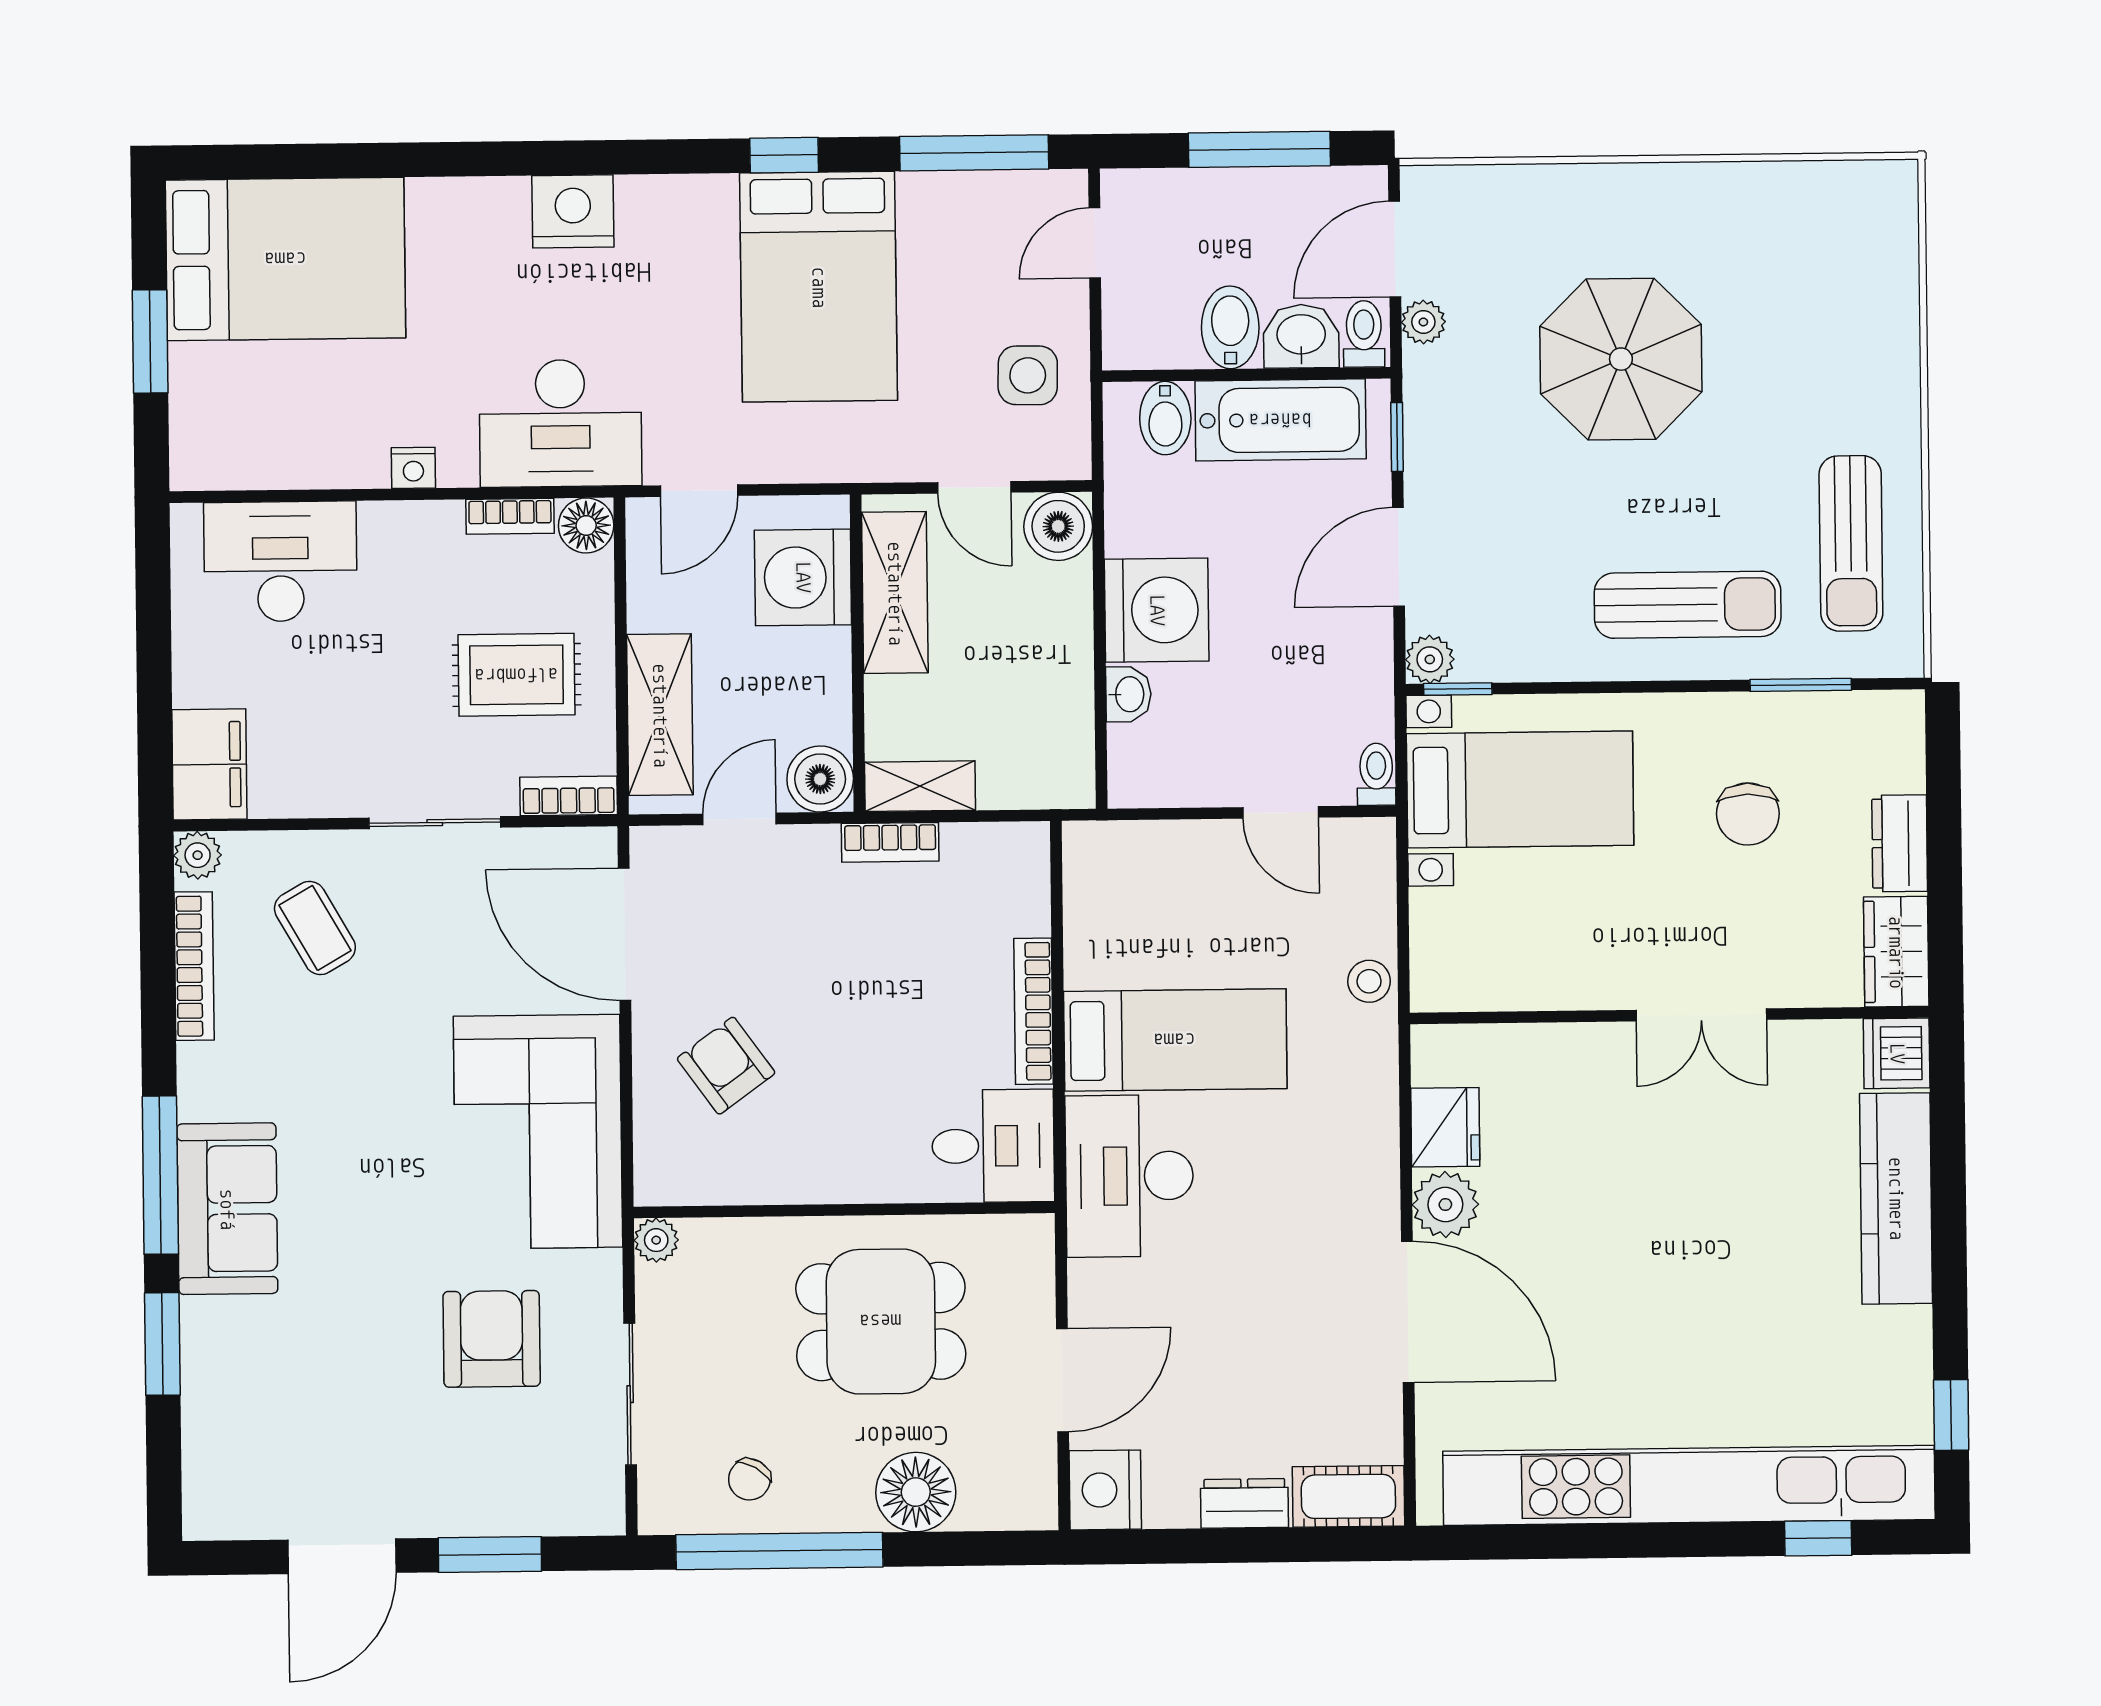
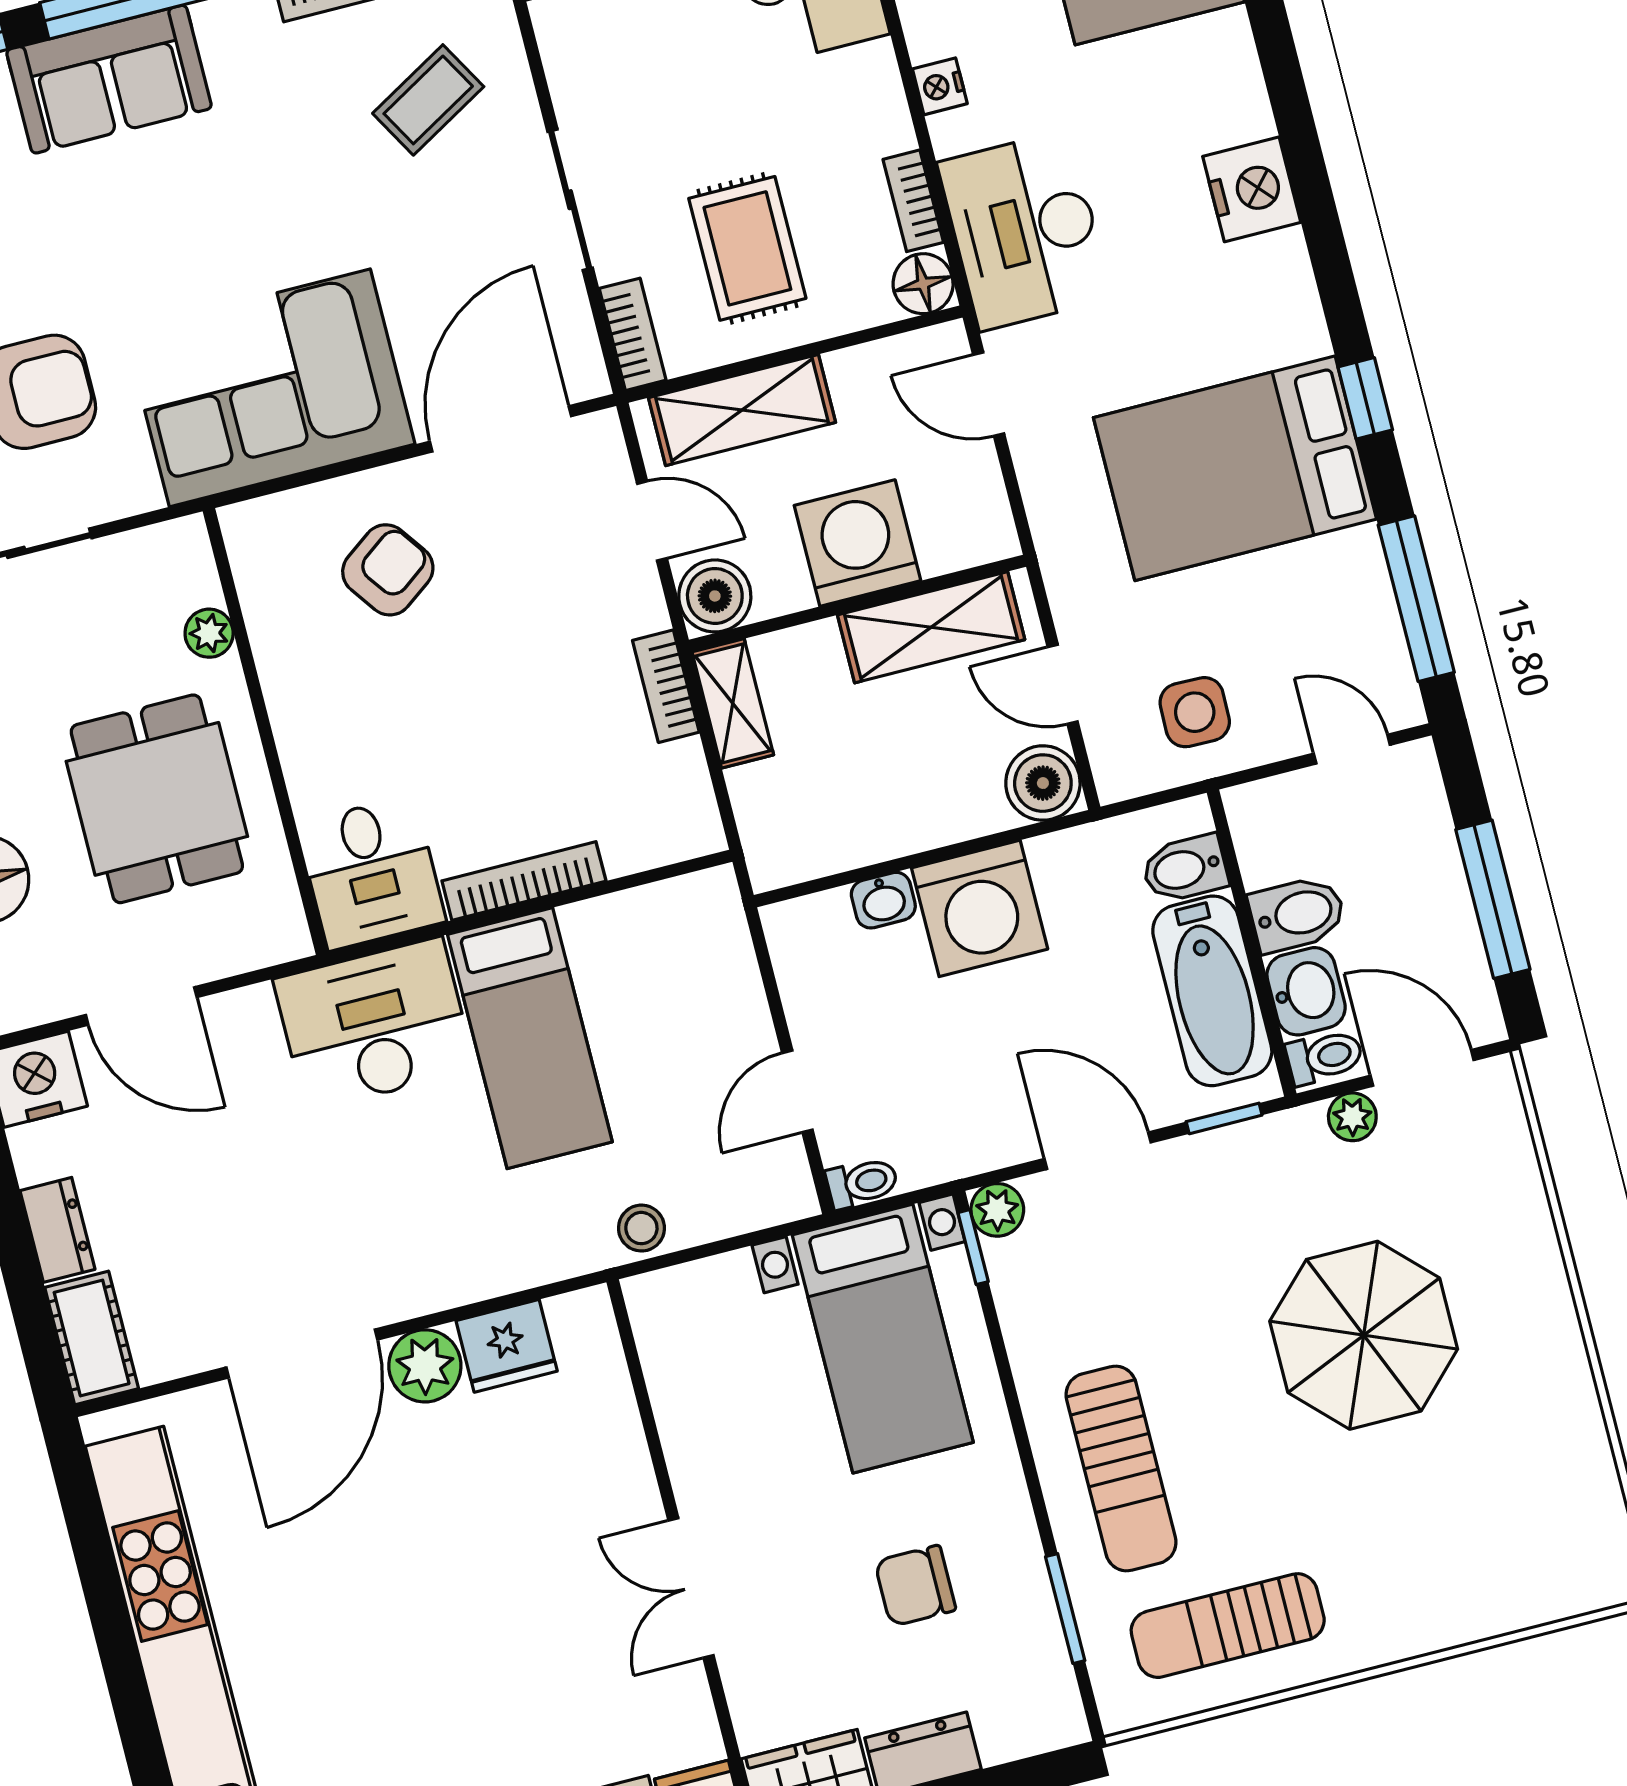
door: (974, 487) -> (1063, 684), hinge flipped
washing machine: (803, 577) -> (857, 543), moved
plant: (656, 1240) -> (209, 633), moved

